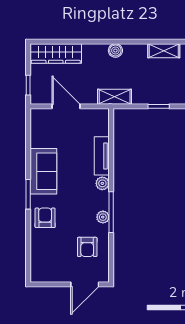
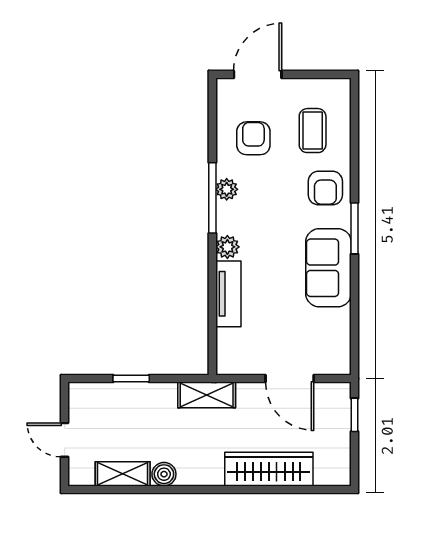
boiler: (115, 50) -> (164, 474), moved
wardrobe: (56, 53) -> (269, 469), moved
coffee table: (53, 251) -> (313, 131), added

